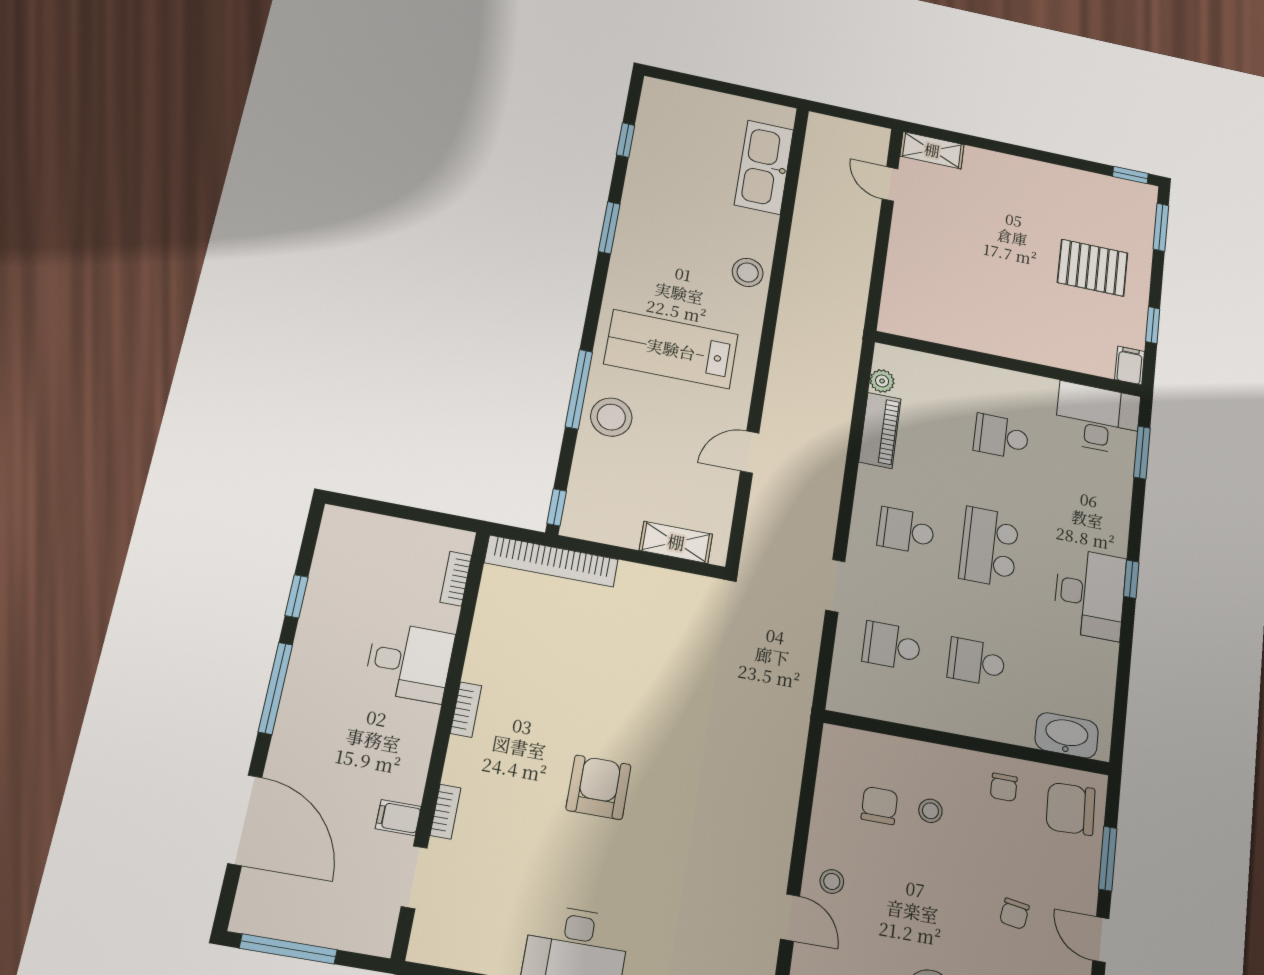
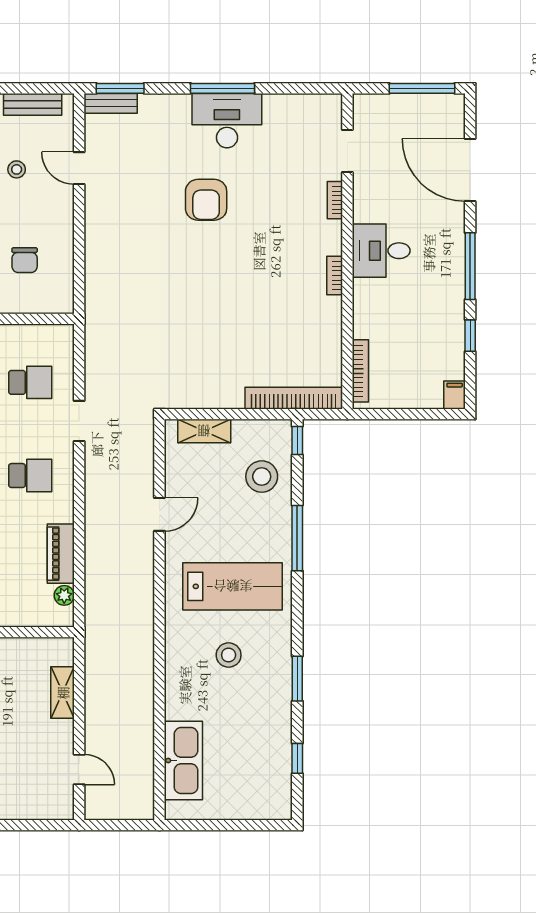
shelving: (932, 150) -> (63, 693), moved, turned 90
stool: (748, 272) -> (229, 655), moved
stool: (611, 417) -> (262, 477), moved
bookcase: (456, 579) -> (360, 371), width x1.56
desk: (409, 662) -> (381, 251), moved
armchair: (599, 787) -> (206, 200), moved
filing cabinet: (398, 818) -> (455, 395), moved, turned -90
stool: (832, 881) -> (17, 169), moved

